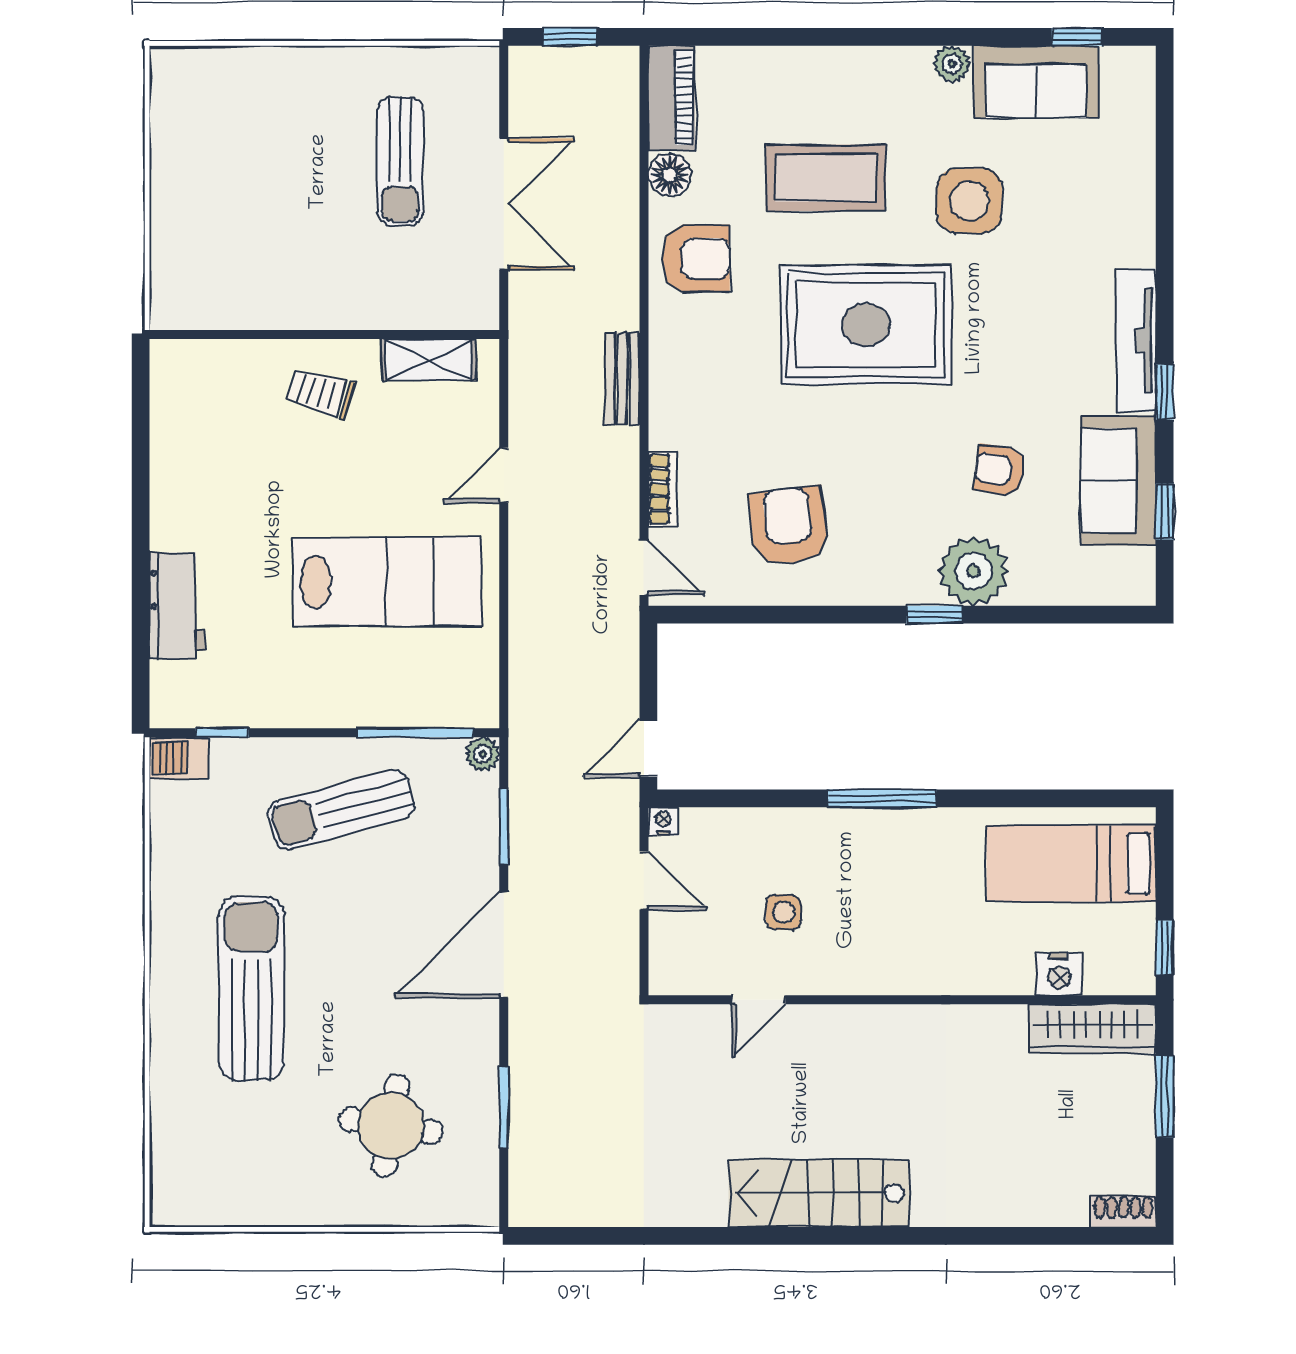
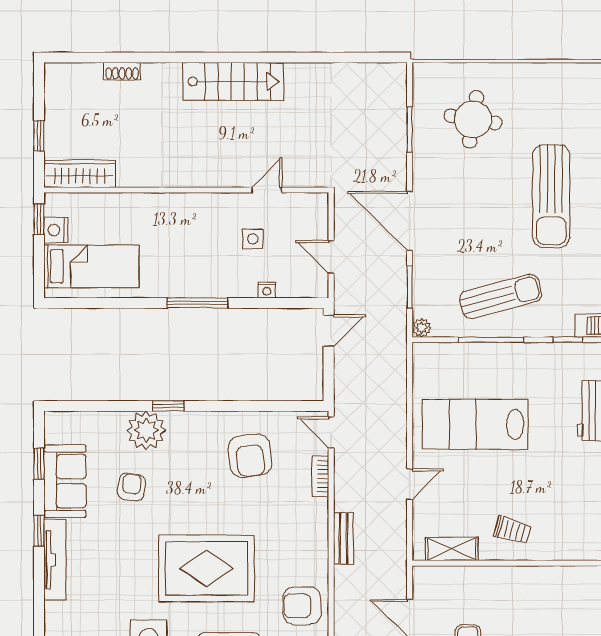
armchair: (1000, 470) -> (132, 487), turned -90
window: (415, 733) -> (491, 340), moved
nightstand: (663, 821) -> (267, 290), moved
door: (504, 945) -> (410, 221), swing flipped
nightstand: (1059, 974) -> (56, 230), moved, turned -90
window: (1165, 1097) -> (39, 136), width x0.67
shoe rack: (1123, 1211) -> (122, 71), moved

